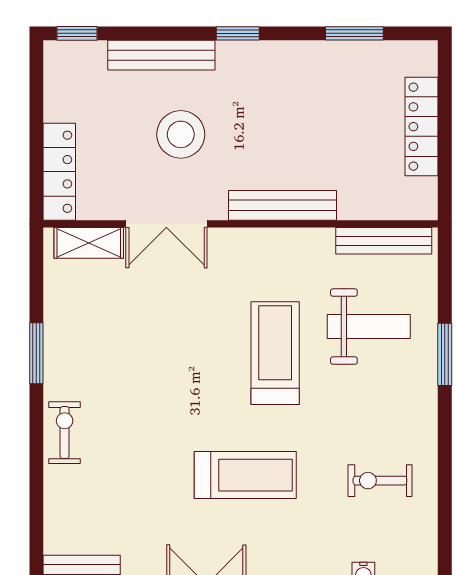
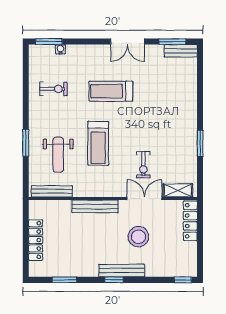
bench: (161, 55) -> (122, 271), moved
weight bench: (369, 327) -> (58, 155), turned -90
exercise bike: (65, 433) -> (143, 165), moved

